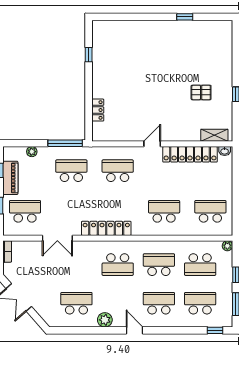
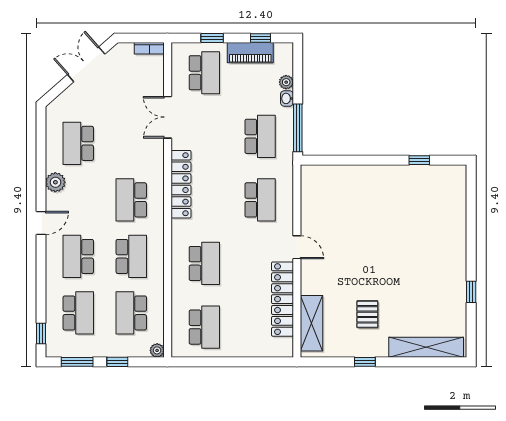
shelving: (225, 50) -> (426, 347), added
locker: (98, 110) -> (343, 173), removed
shelving: (214, 135) -> (312, 323), width x1.50, depth x1.33
washbasin: (225, 151) -> (287, 98), moved
school desk: (76, 303) -> (78, 143), turned 180
school desk: (159, 303) -> (78, 256), turned 180

